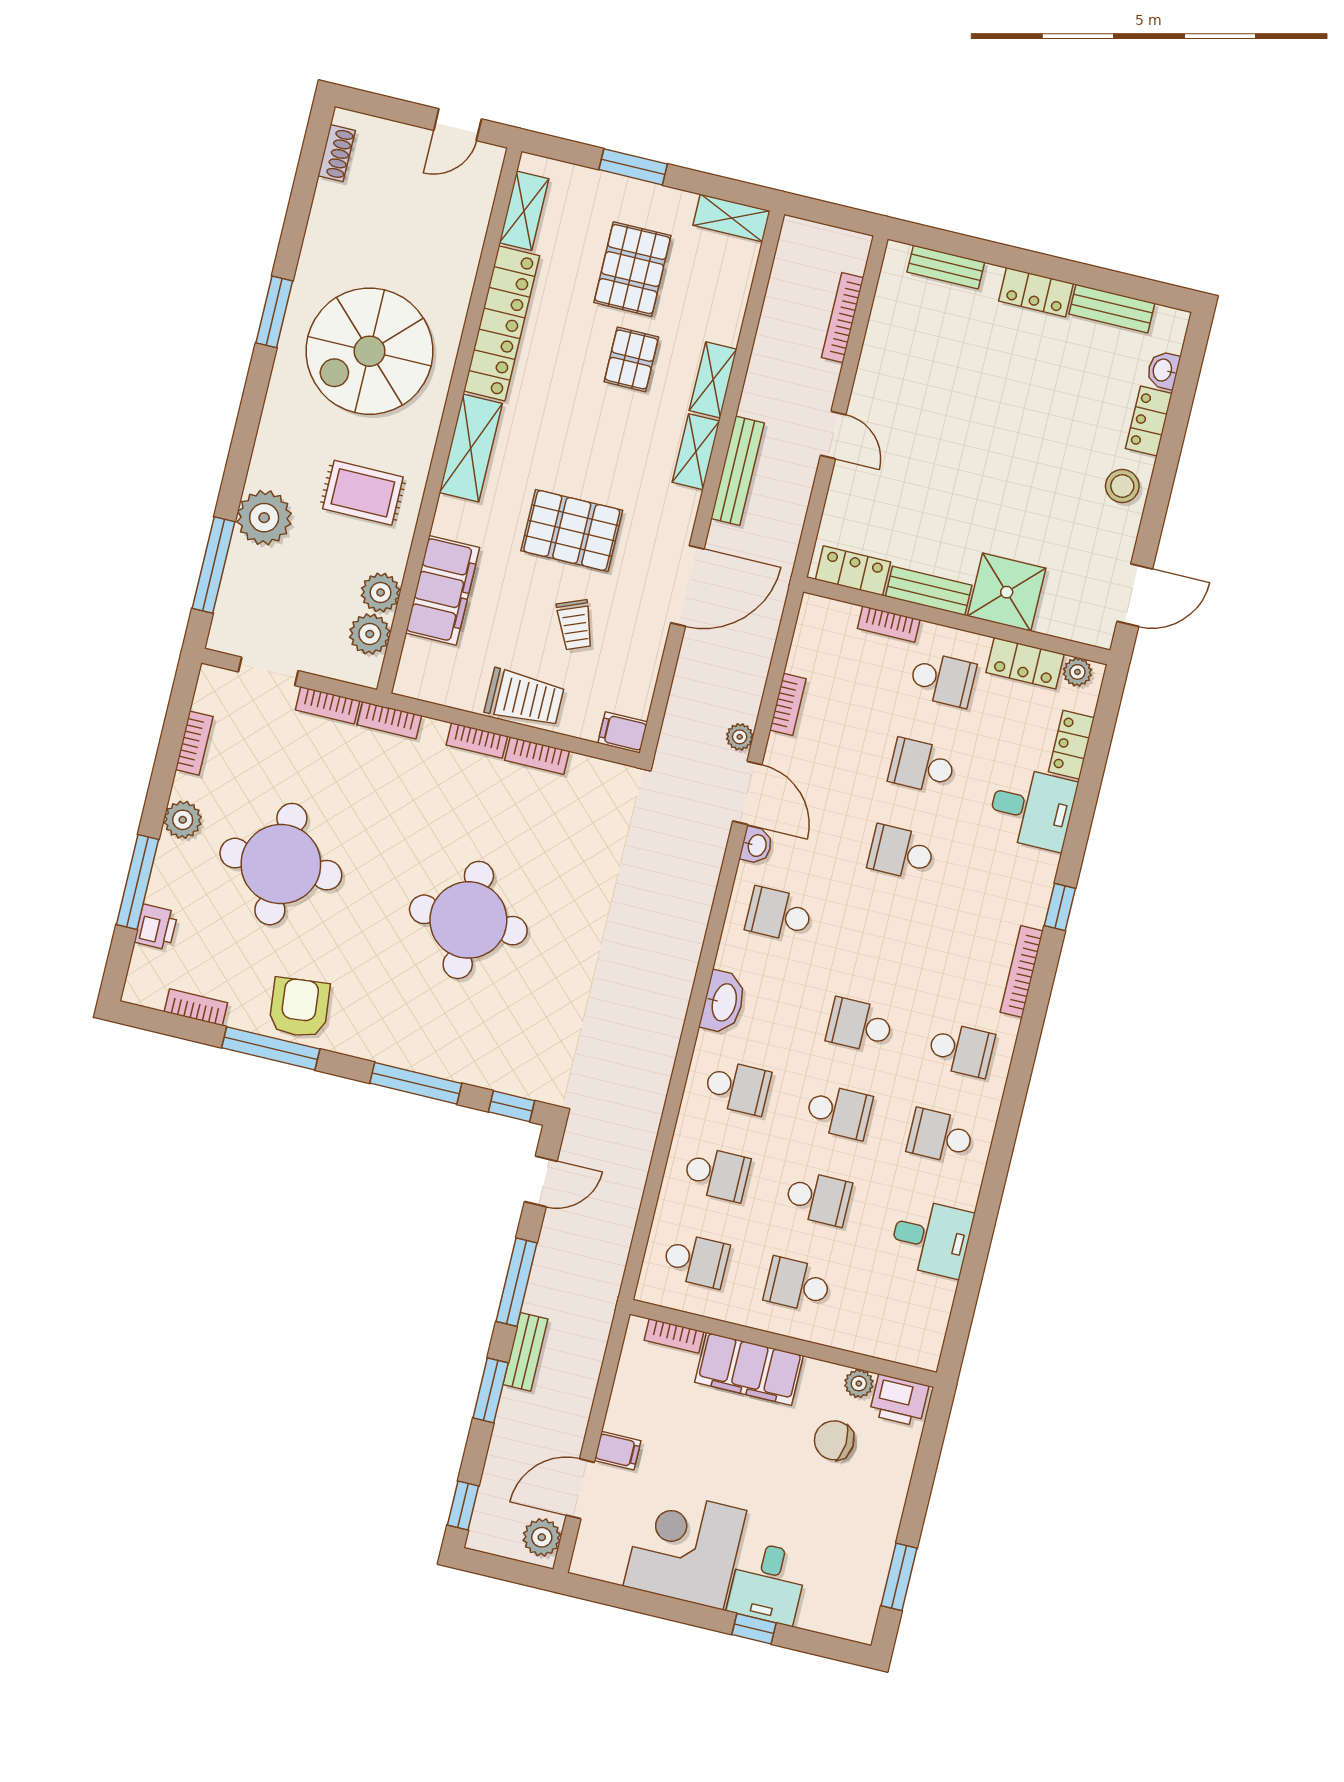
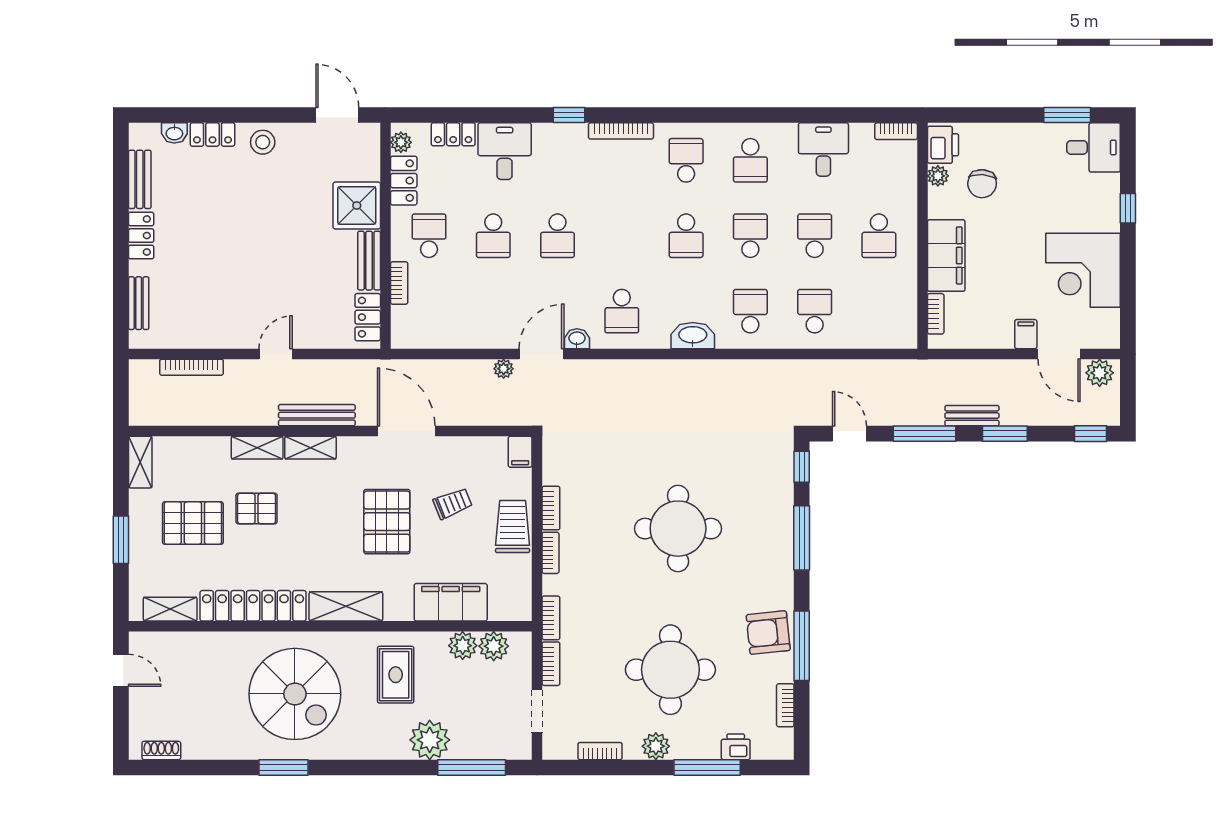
bookcase: (788, 704) -> (896, 131), moved, turned 180
school desk: (696, 1260) -> (879, 311), removed
desk: (768, 1583) -> (1094, 147), moved

